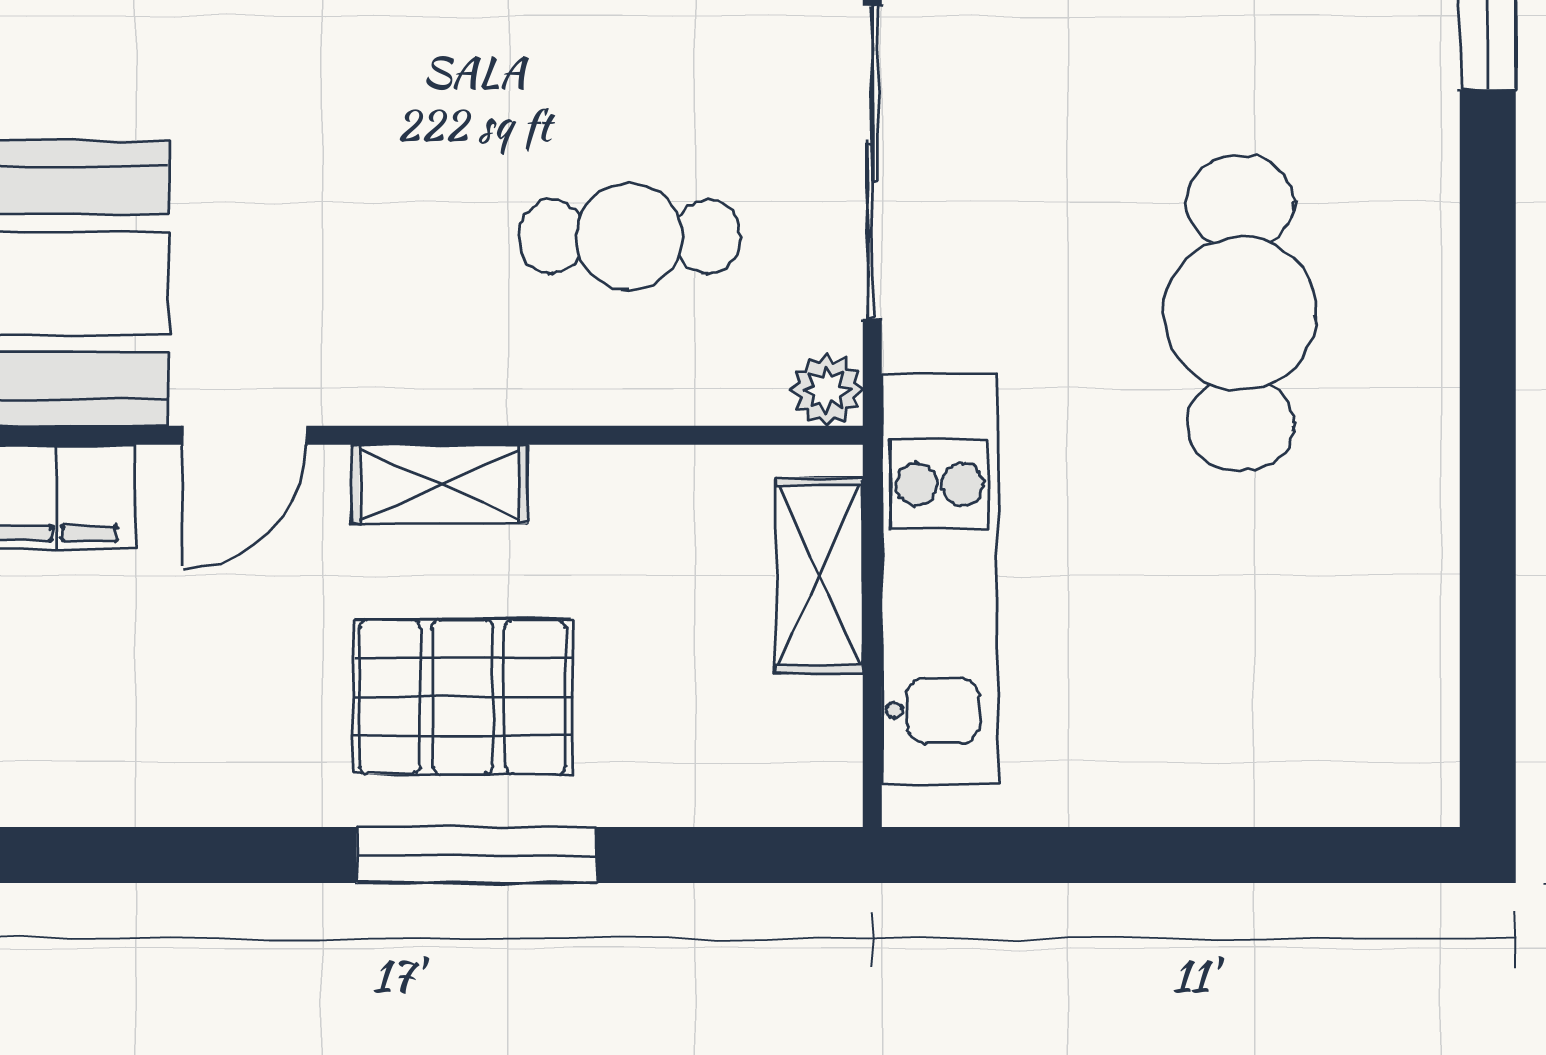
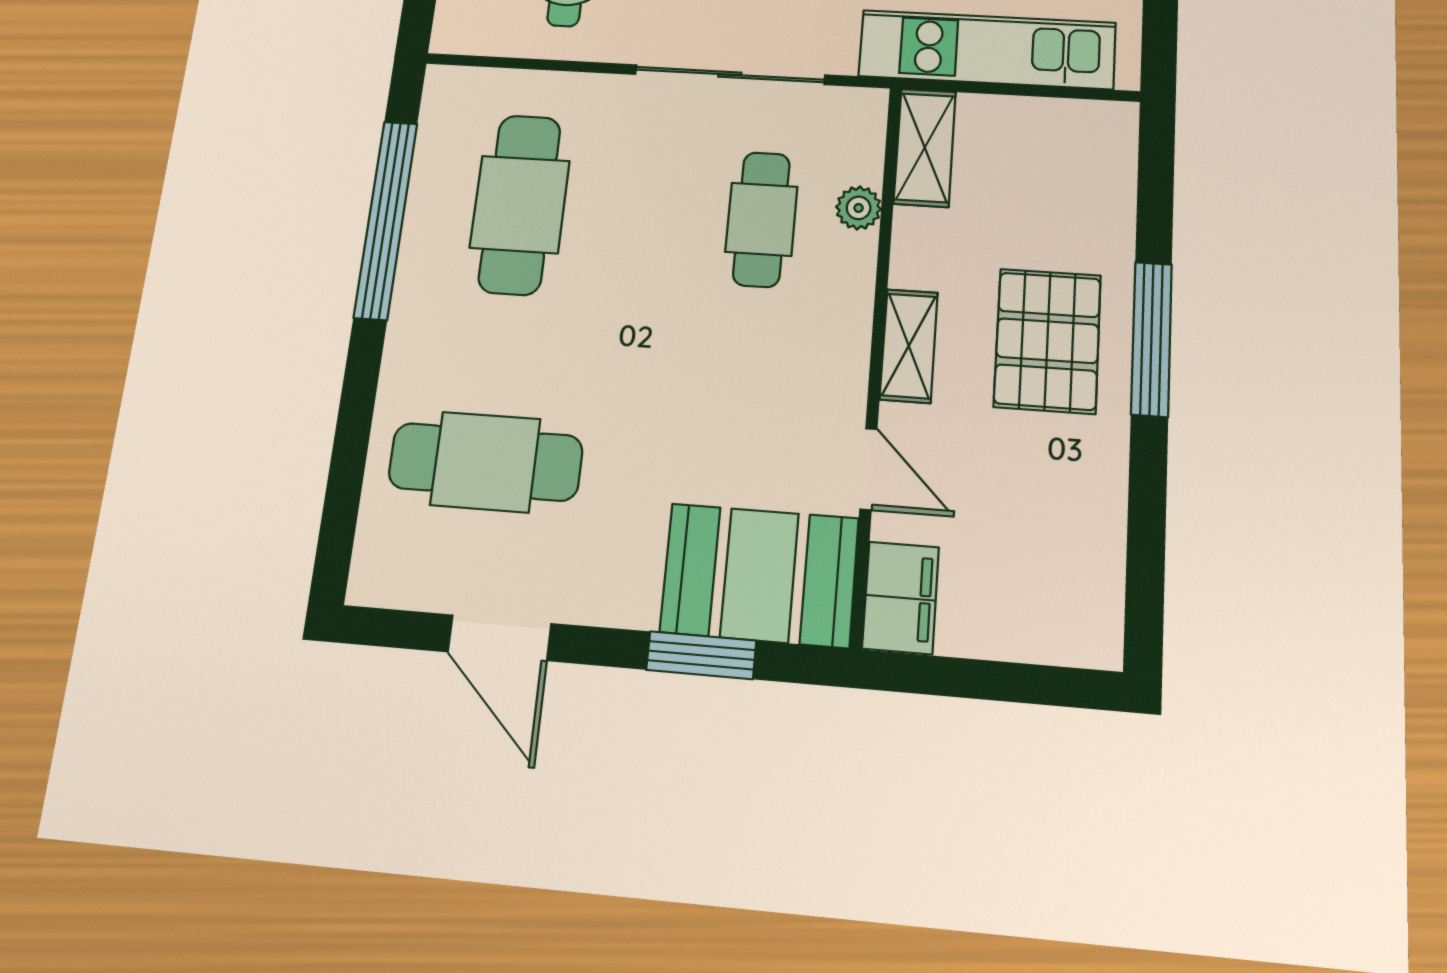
plant: (827, 390) -> (859, 208), moved
shelving: (819, 575) -> (925, 148), moved, turned 90

